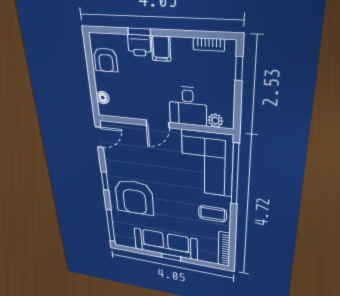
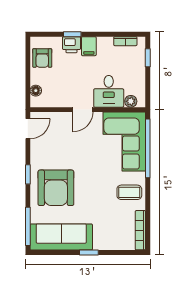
sofa: (166, 244) -> (61, 237), moved

